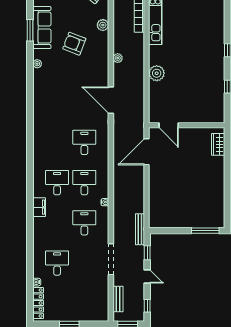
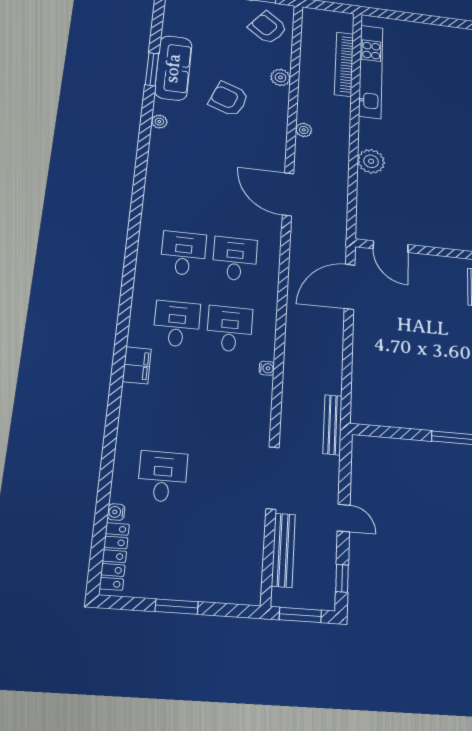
desk: (84, 223) -> (183, 253), moved
window: (147, 253) -> (345, 471), removed
bench: (118, 299) -> (283, 550), width x1.36

